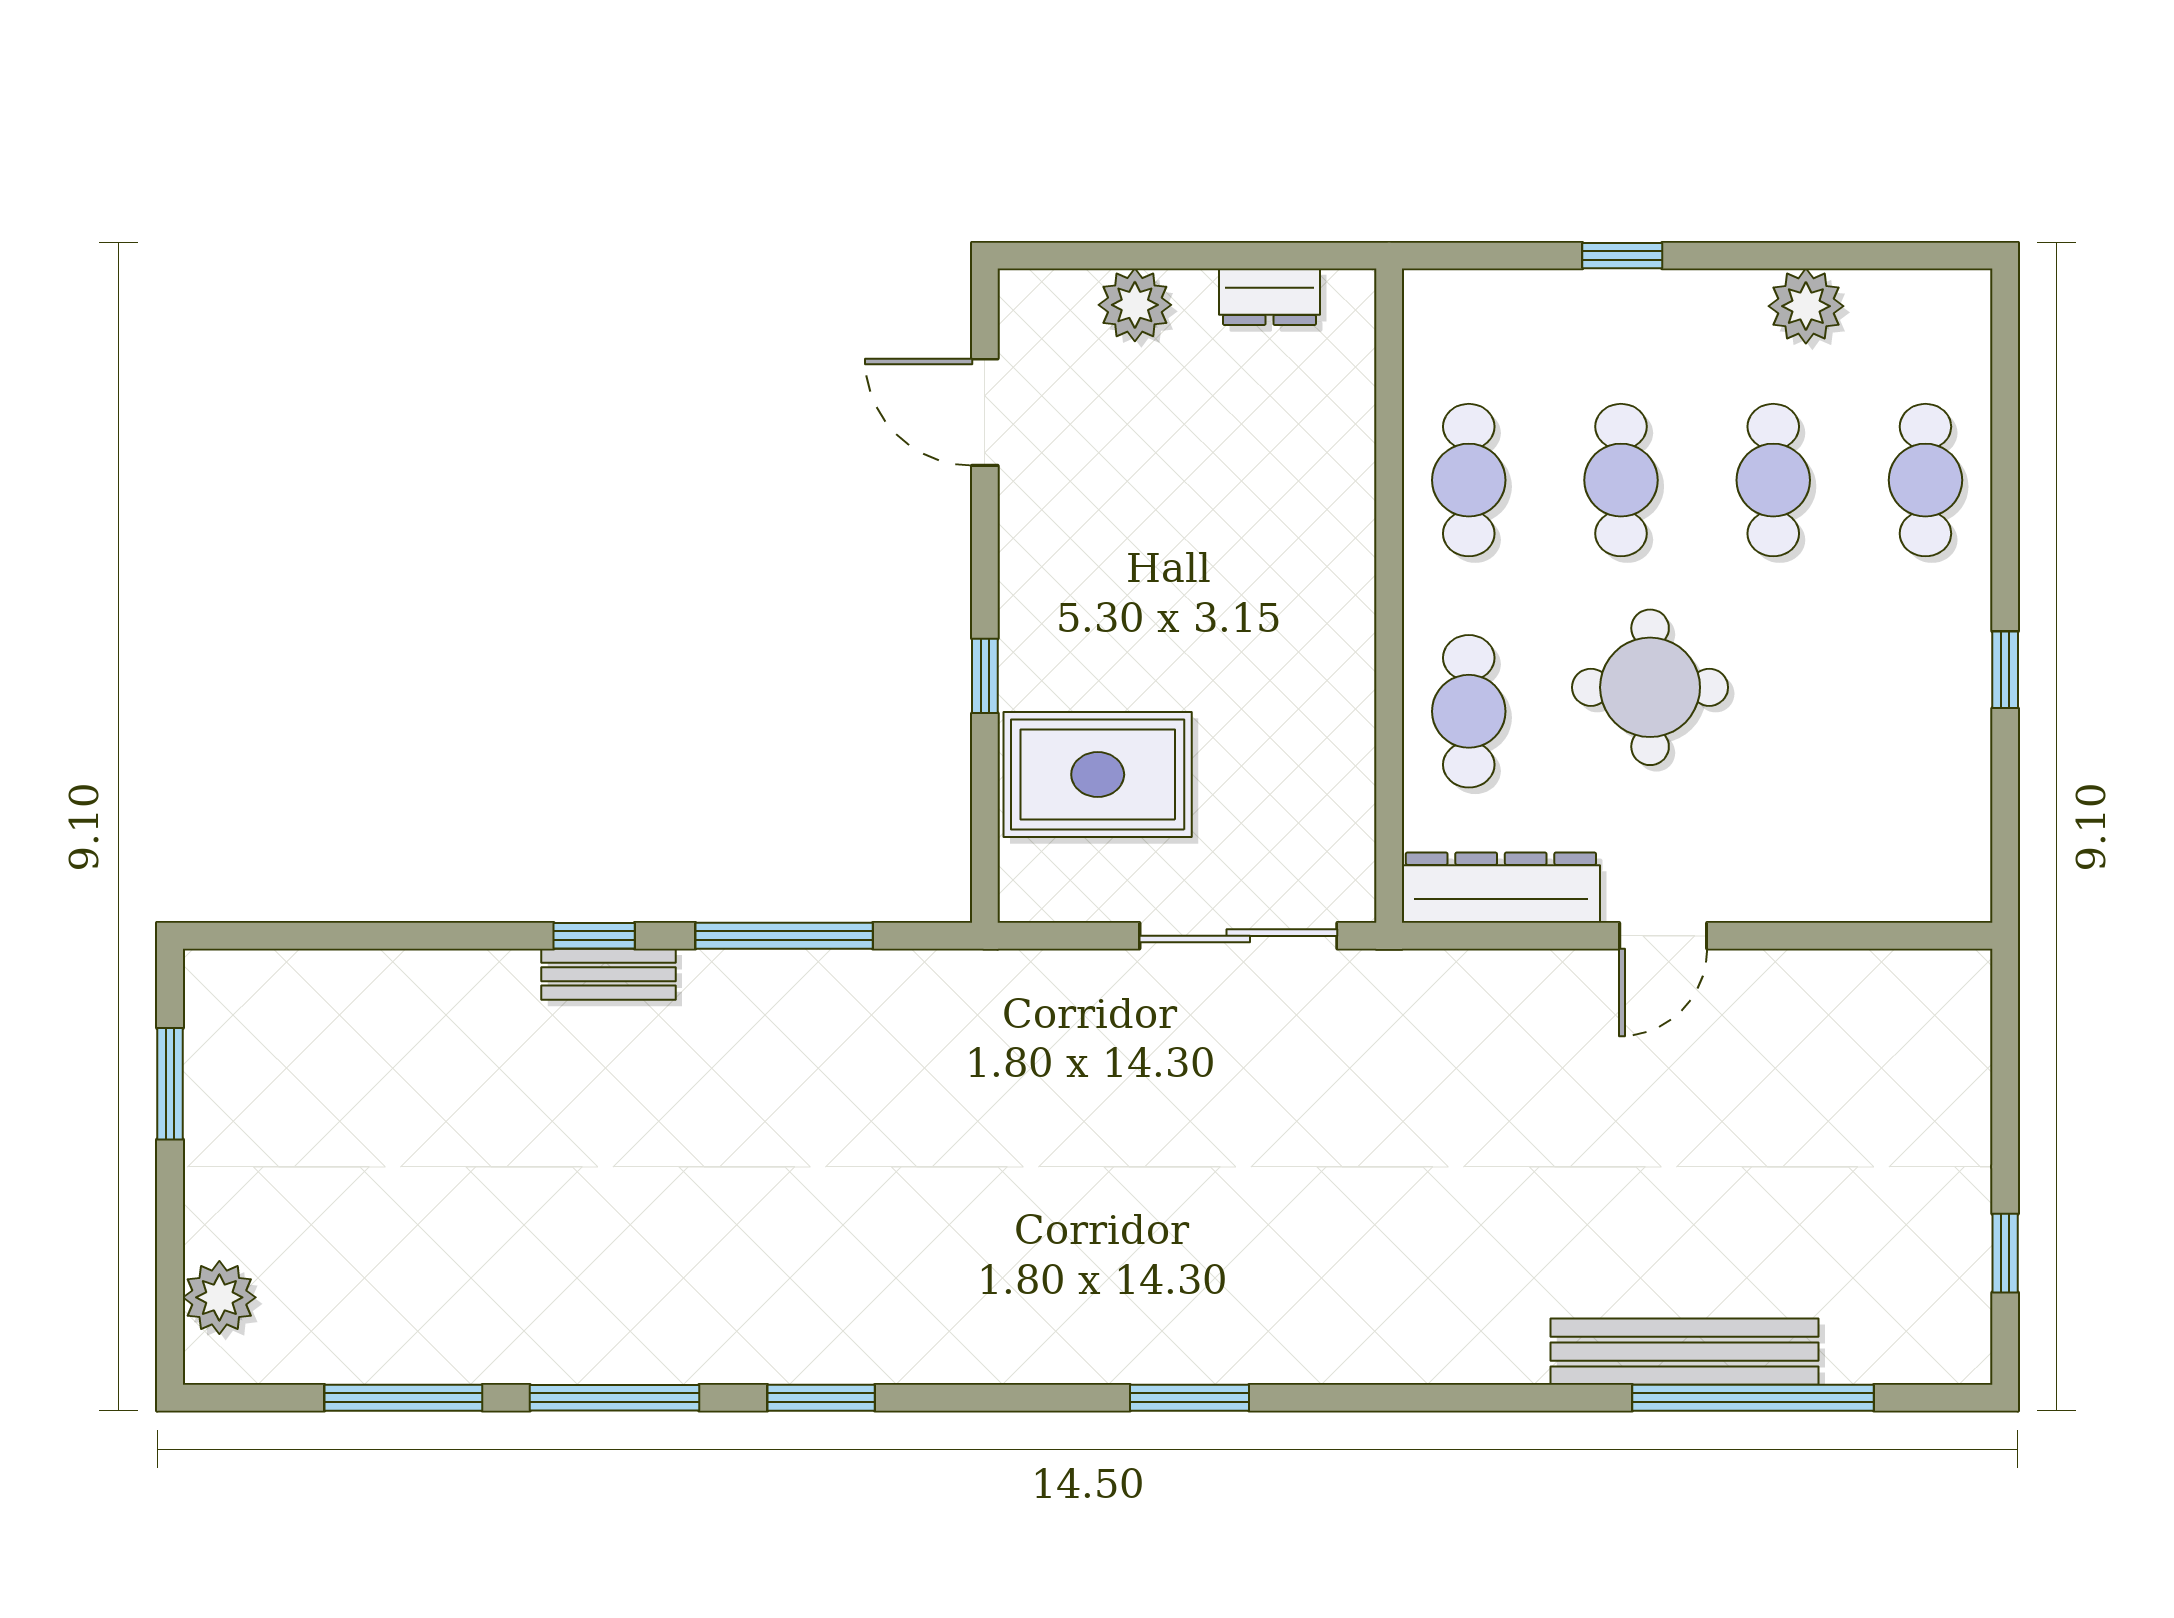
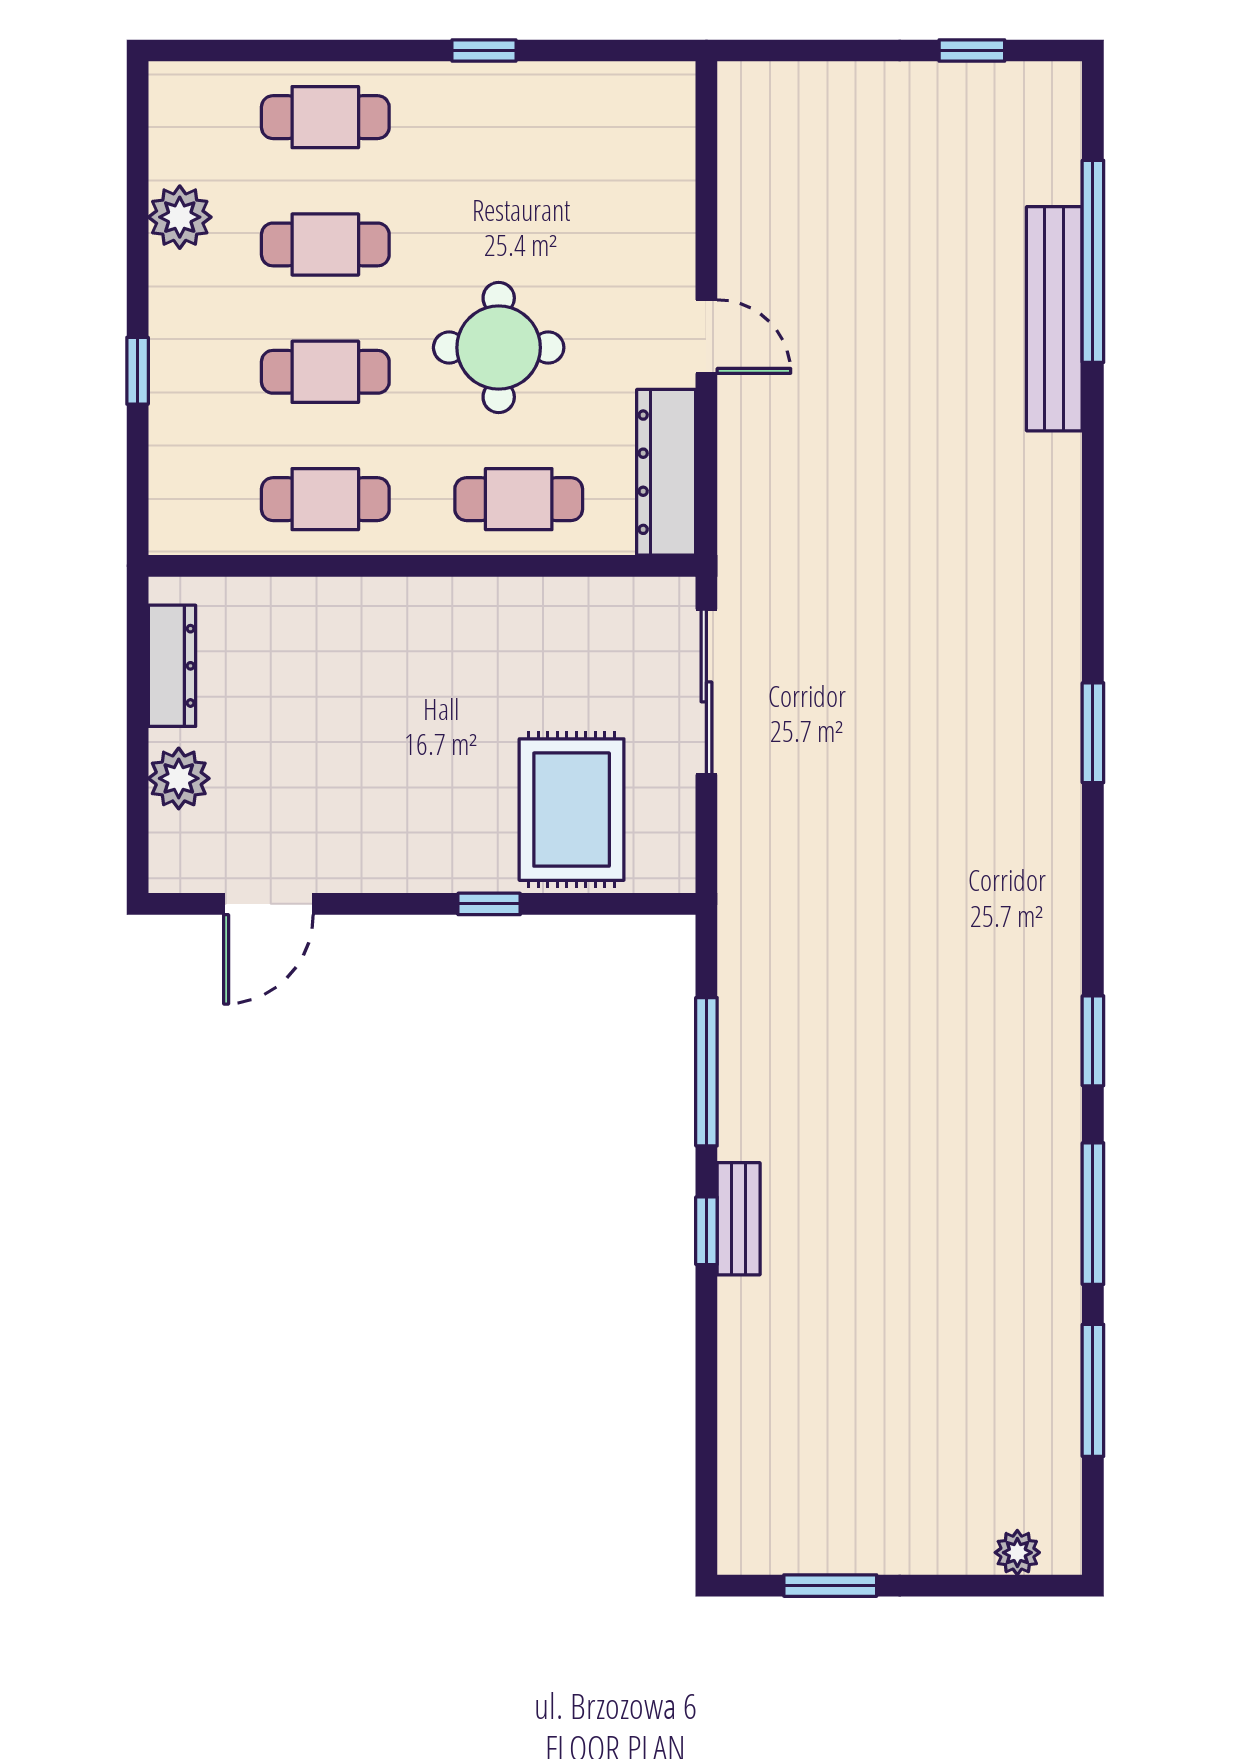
dresser: (1269, 297) -> (172, 666), width x1.44
plant: (219, 1297) -> (1017, 1553), width x0.73, depth x0.73

